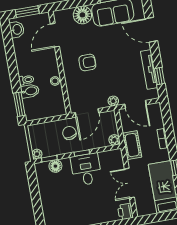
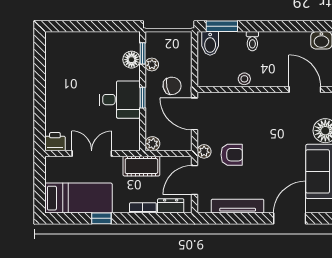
armchair: (87, 63) -> (232, 155), moved, turned -90
window: (159, 76) -> (226, 218), removed
bidet: (30, 91) -> (210, 43), moved
dresser: (158, 118) -> (171, 206), added
plant: (37, 154) -> (152, 65), moved

